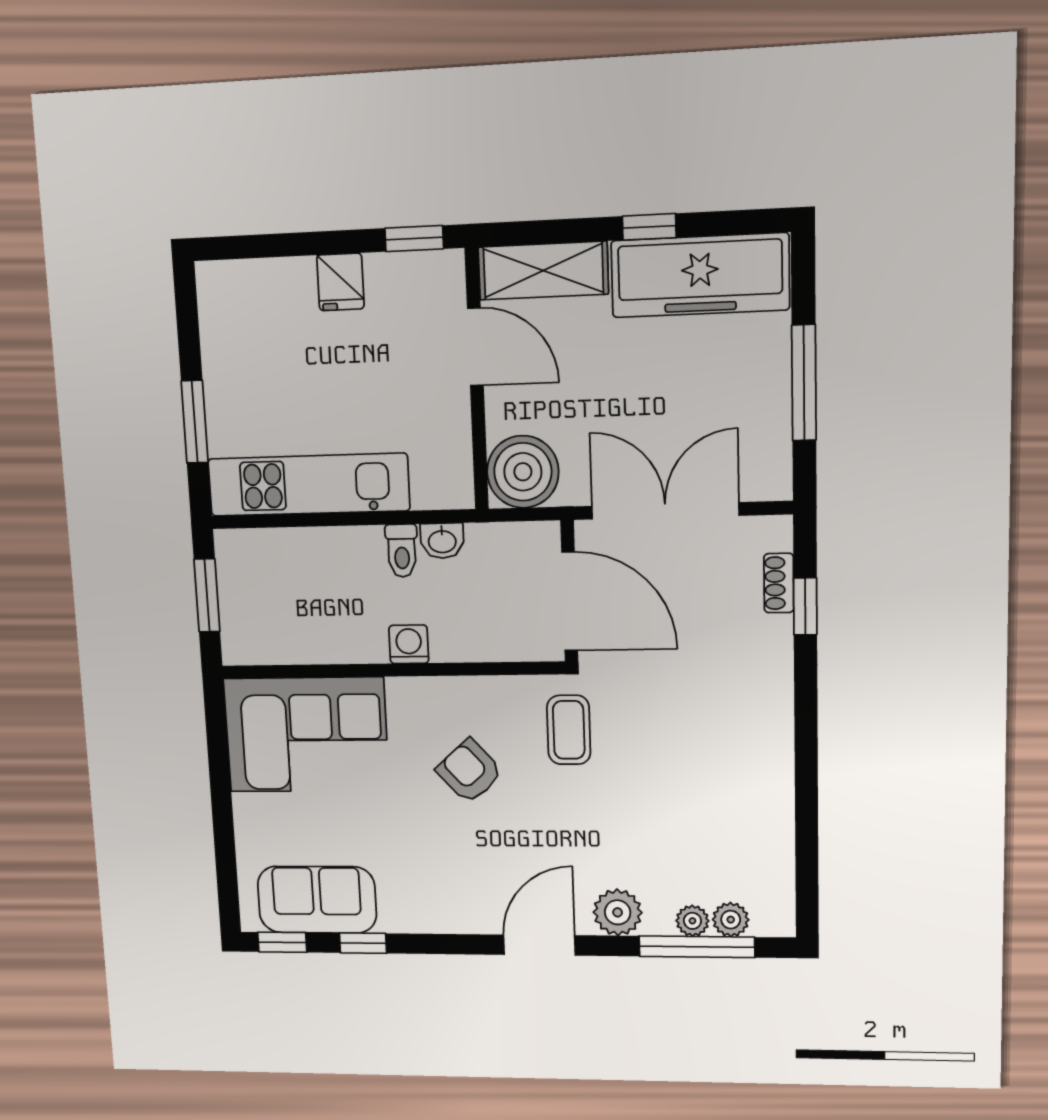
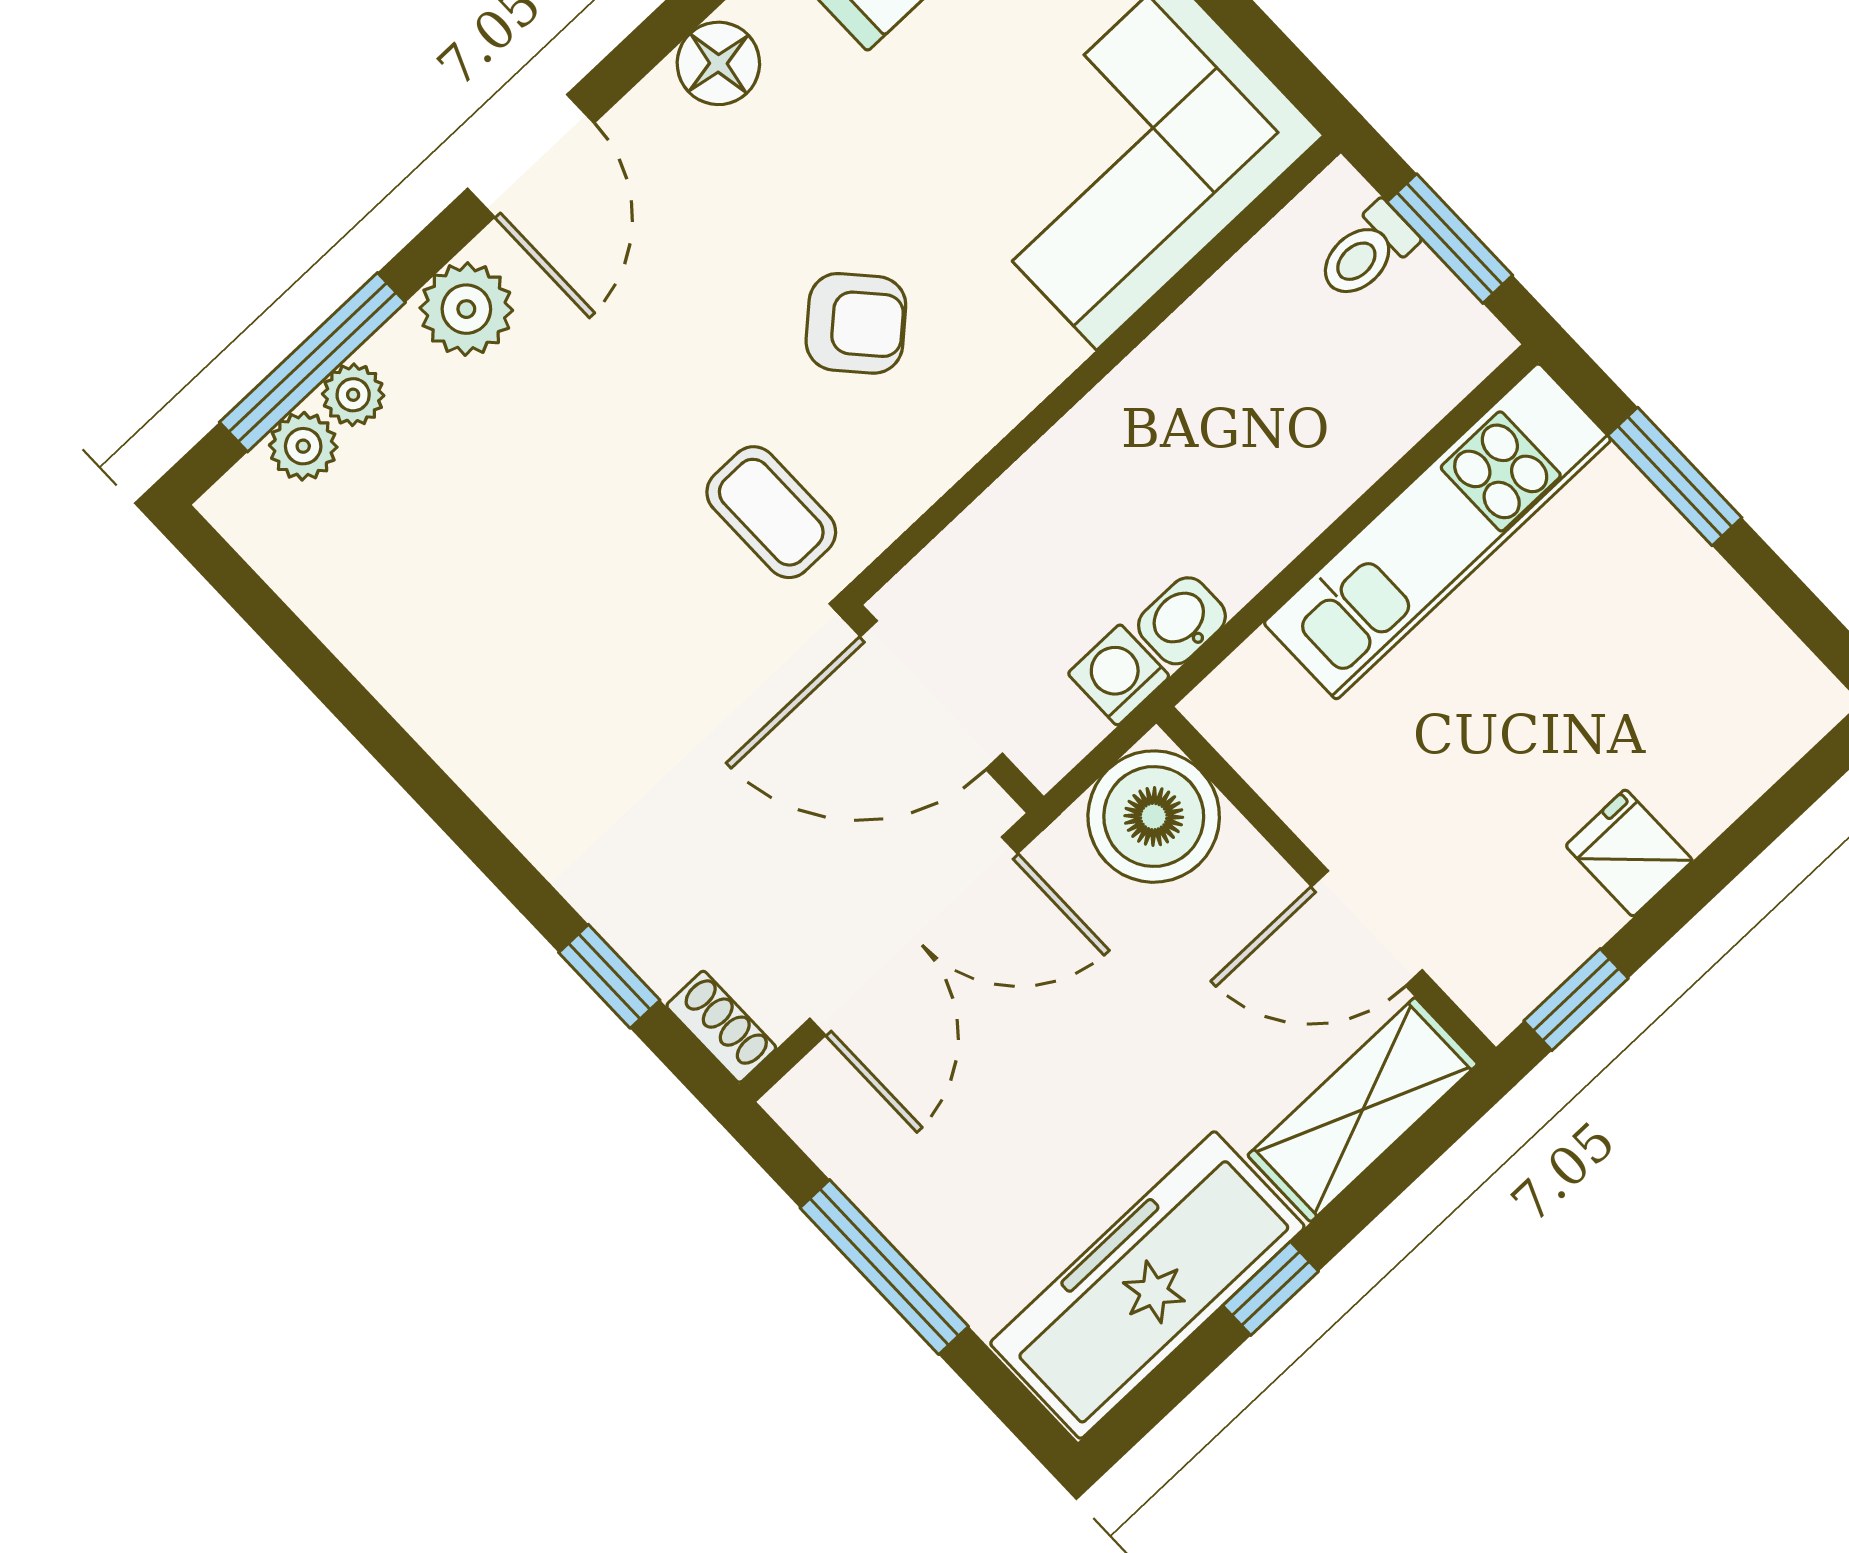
toilet: (402, 551) -> (1366, 252), moved, turned -90
shoe rack: (779, 583) -> (721, 1027), moved
washing machine: (409, 644) -> (1119, 675), moved, turned 180
floor lamp: (435, 914) -> (718, 63), added

